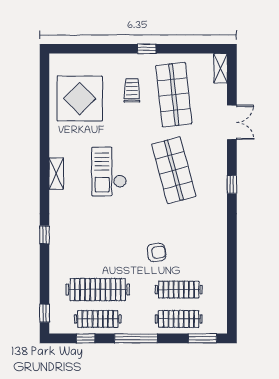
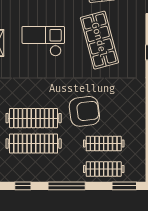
checkout: (109, 171) -> (43, 41), turned 90
armchair: (156, 252) -> (84, 111), width x1.88, depth x1.88
clothes rail: (98, 319) -> (34, 118), moved, width x1.37, depth x1.31

